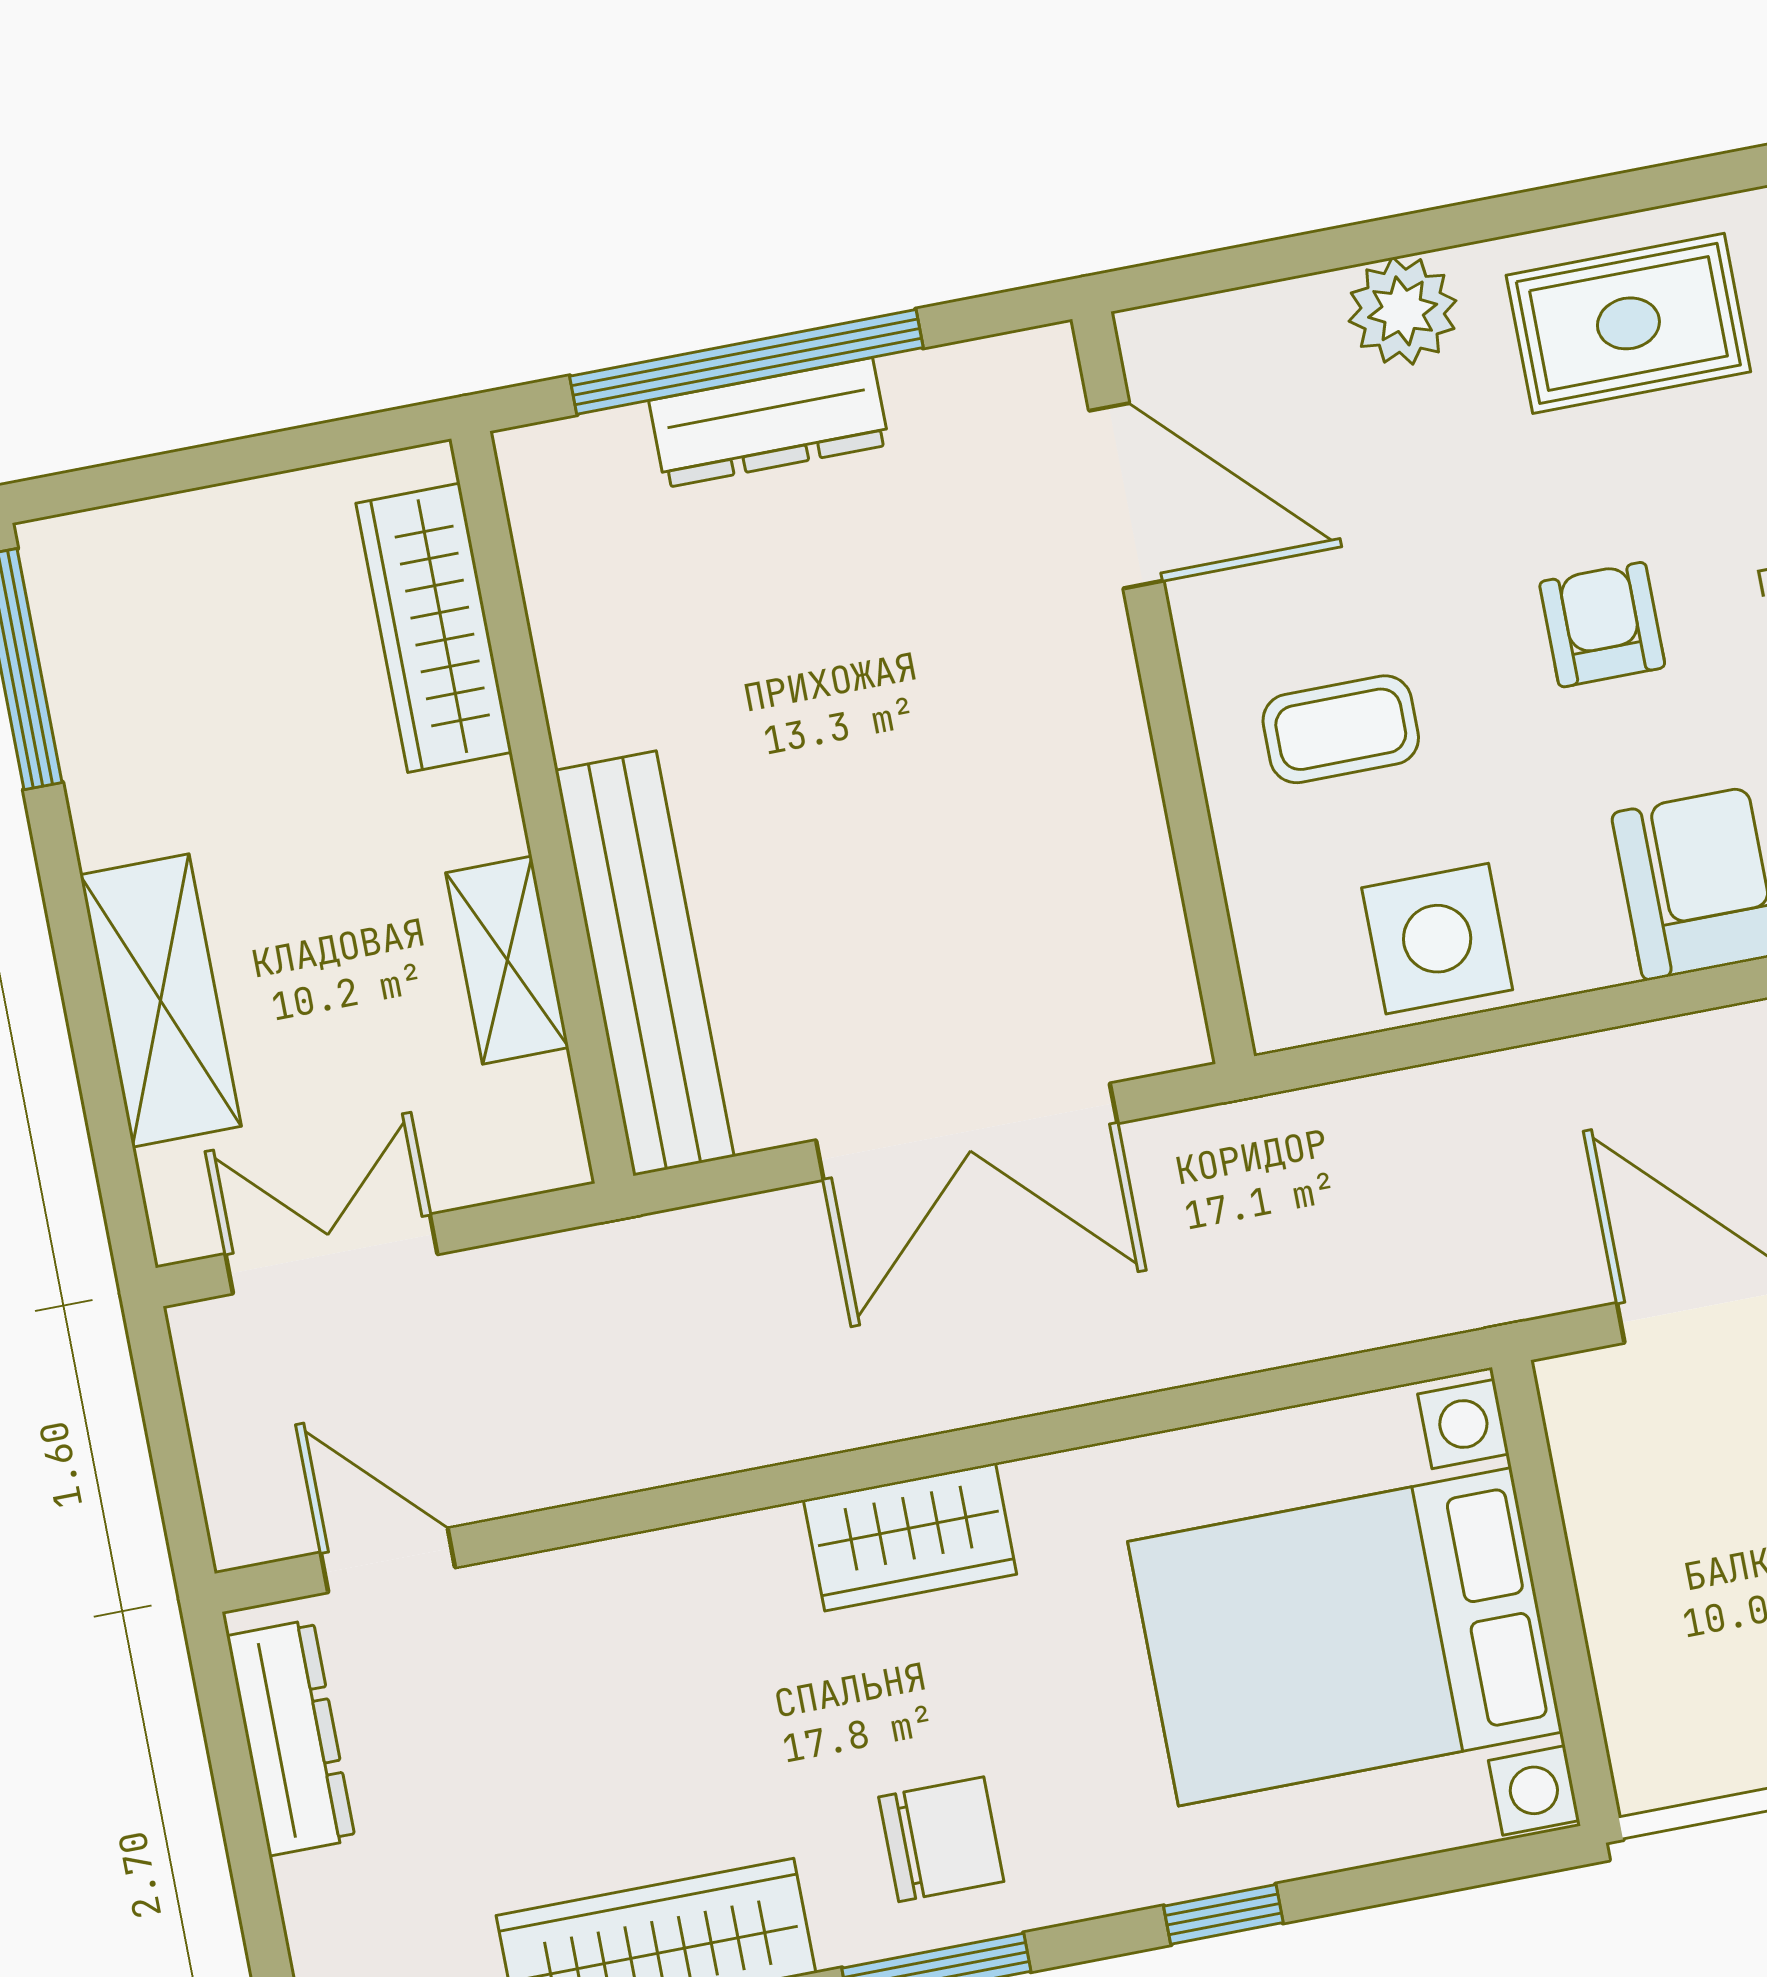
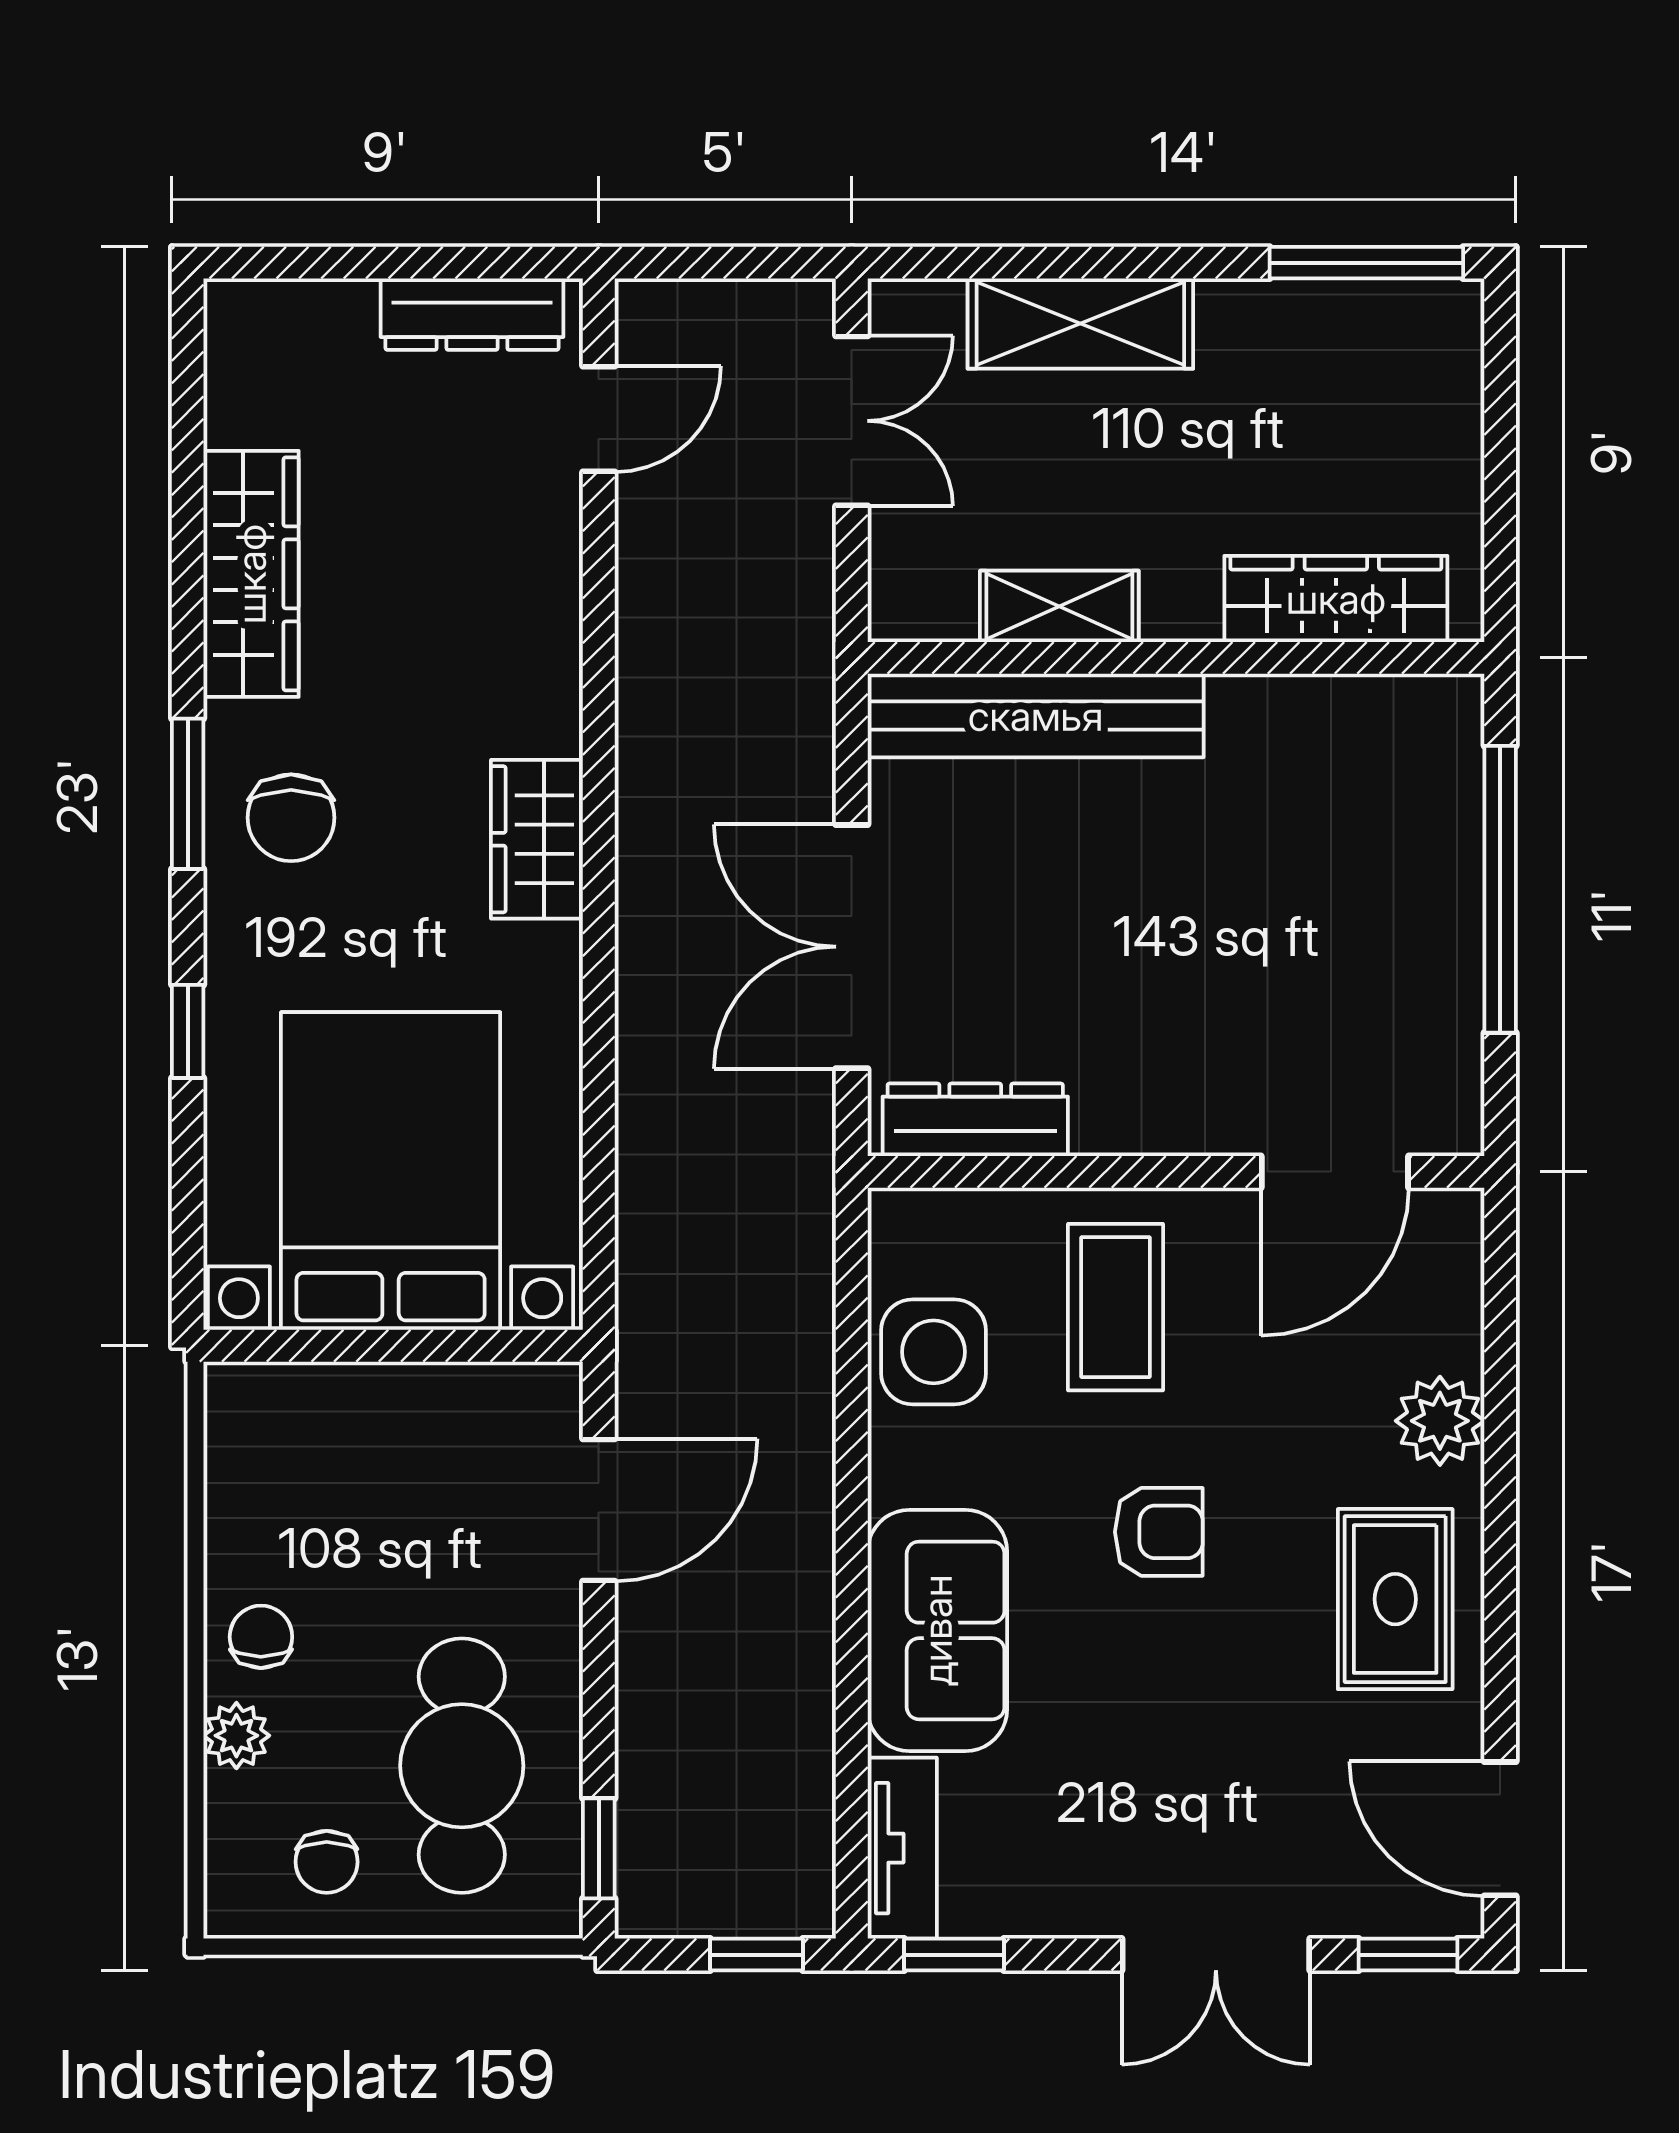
dresser: (769, 423) -> (975, 1120), moved, turned 90
coffee table: (1341, 729) -> (1115, 1307), width x1.36, depth x1.30

